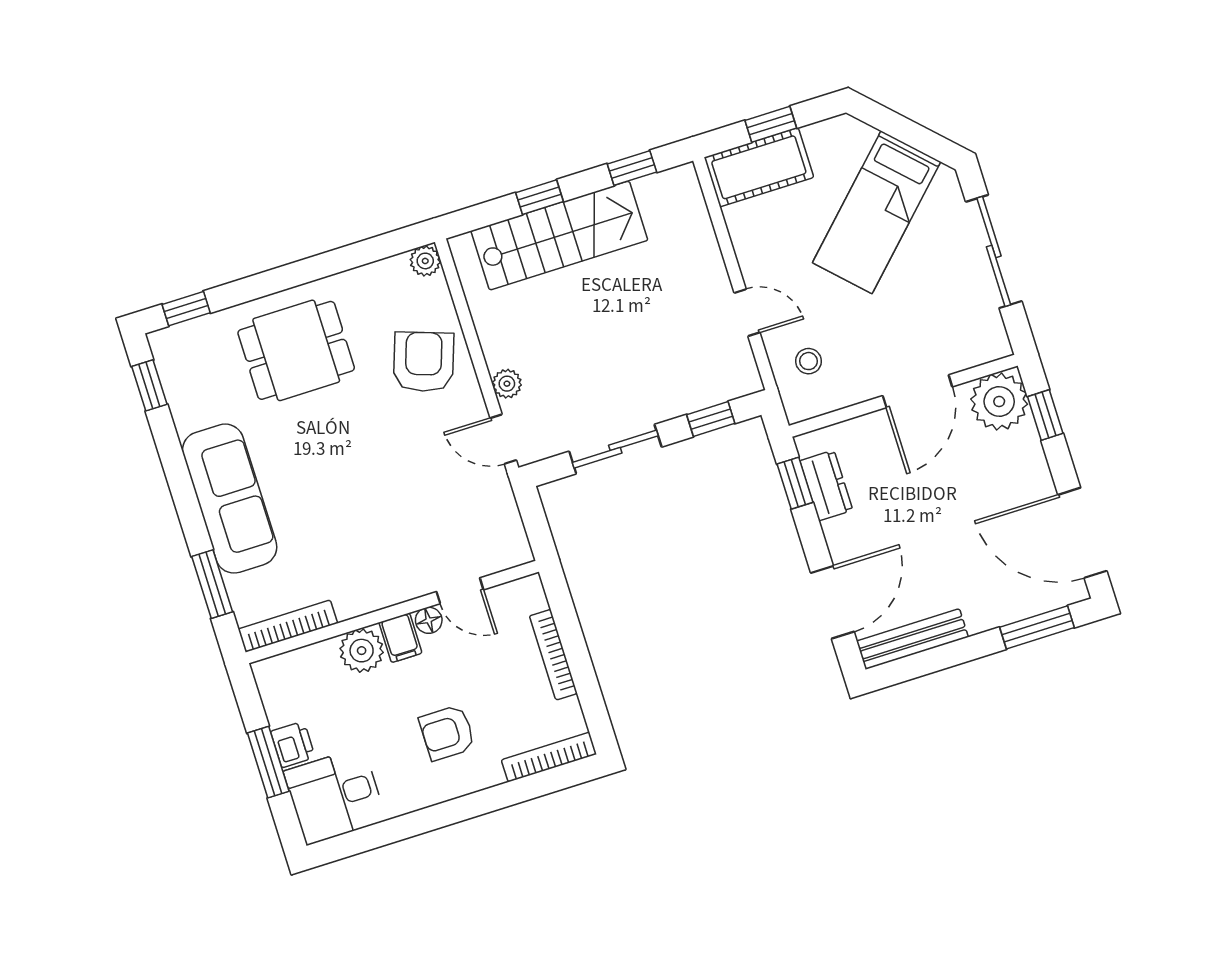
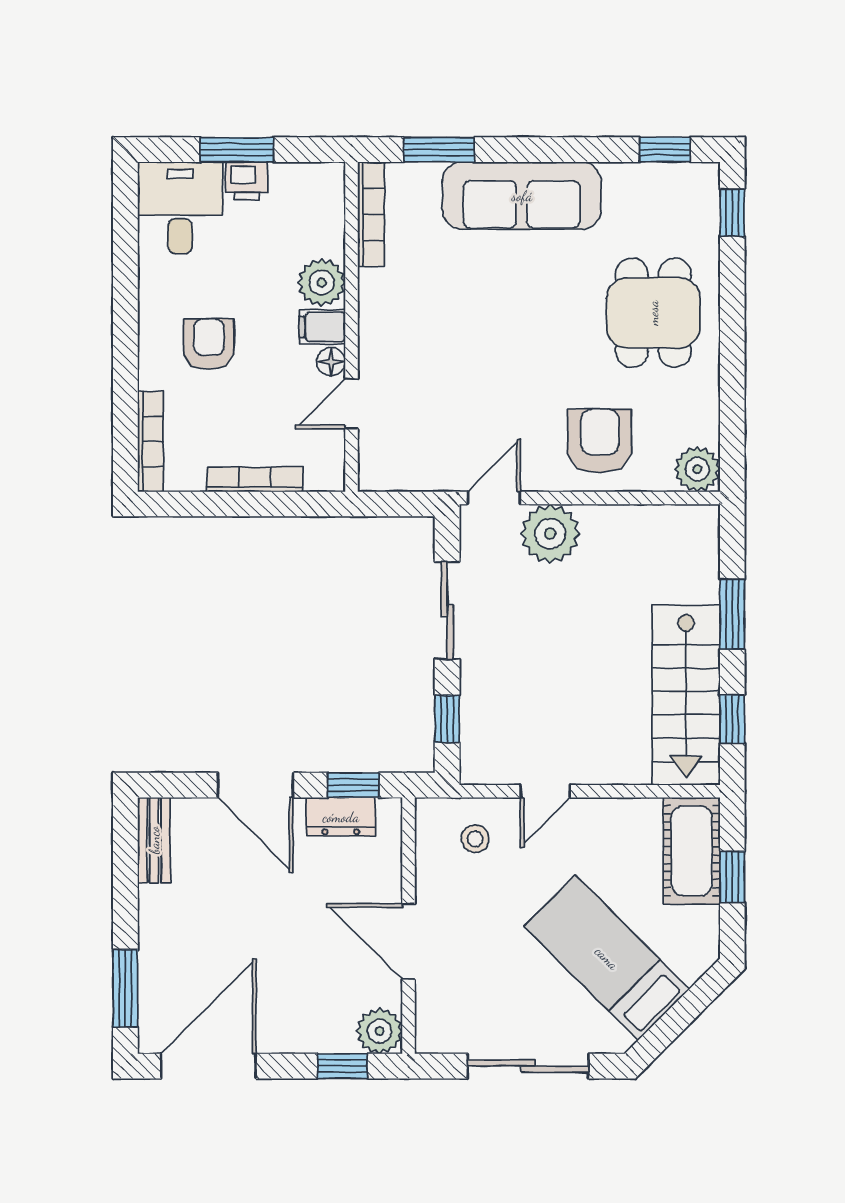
window: (540, 197) -> (732, 614), width x1.50
stairs: (559, 236) -> (686, 695), moved
plant: (425, 261) -> (697, 469), width x1.38, depth x1.38
armchair: (424, 362) -> (600, 441), turned -109
plant: (507, 384) -> (550, 534), width x1.87, depth x1.87
plant: (999, 402) -> (380, 1031), width x0.73, depth x0.73
door: (832, 602) -> (255, 785), moved
bench: (912, 639) -> (154, 840), width x0.73

